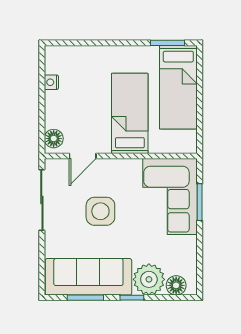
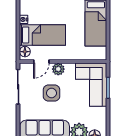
bed: (130, 113) -> (42, 35), moved, turned 90
plant: (112, 169) -> (58, 69), added

